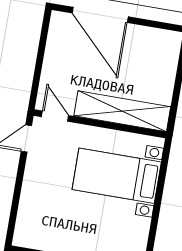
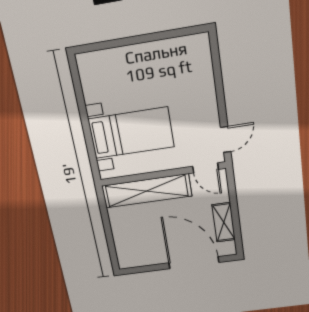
shelving: (55, 51) -> (224, 222), added

